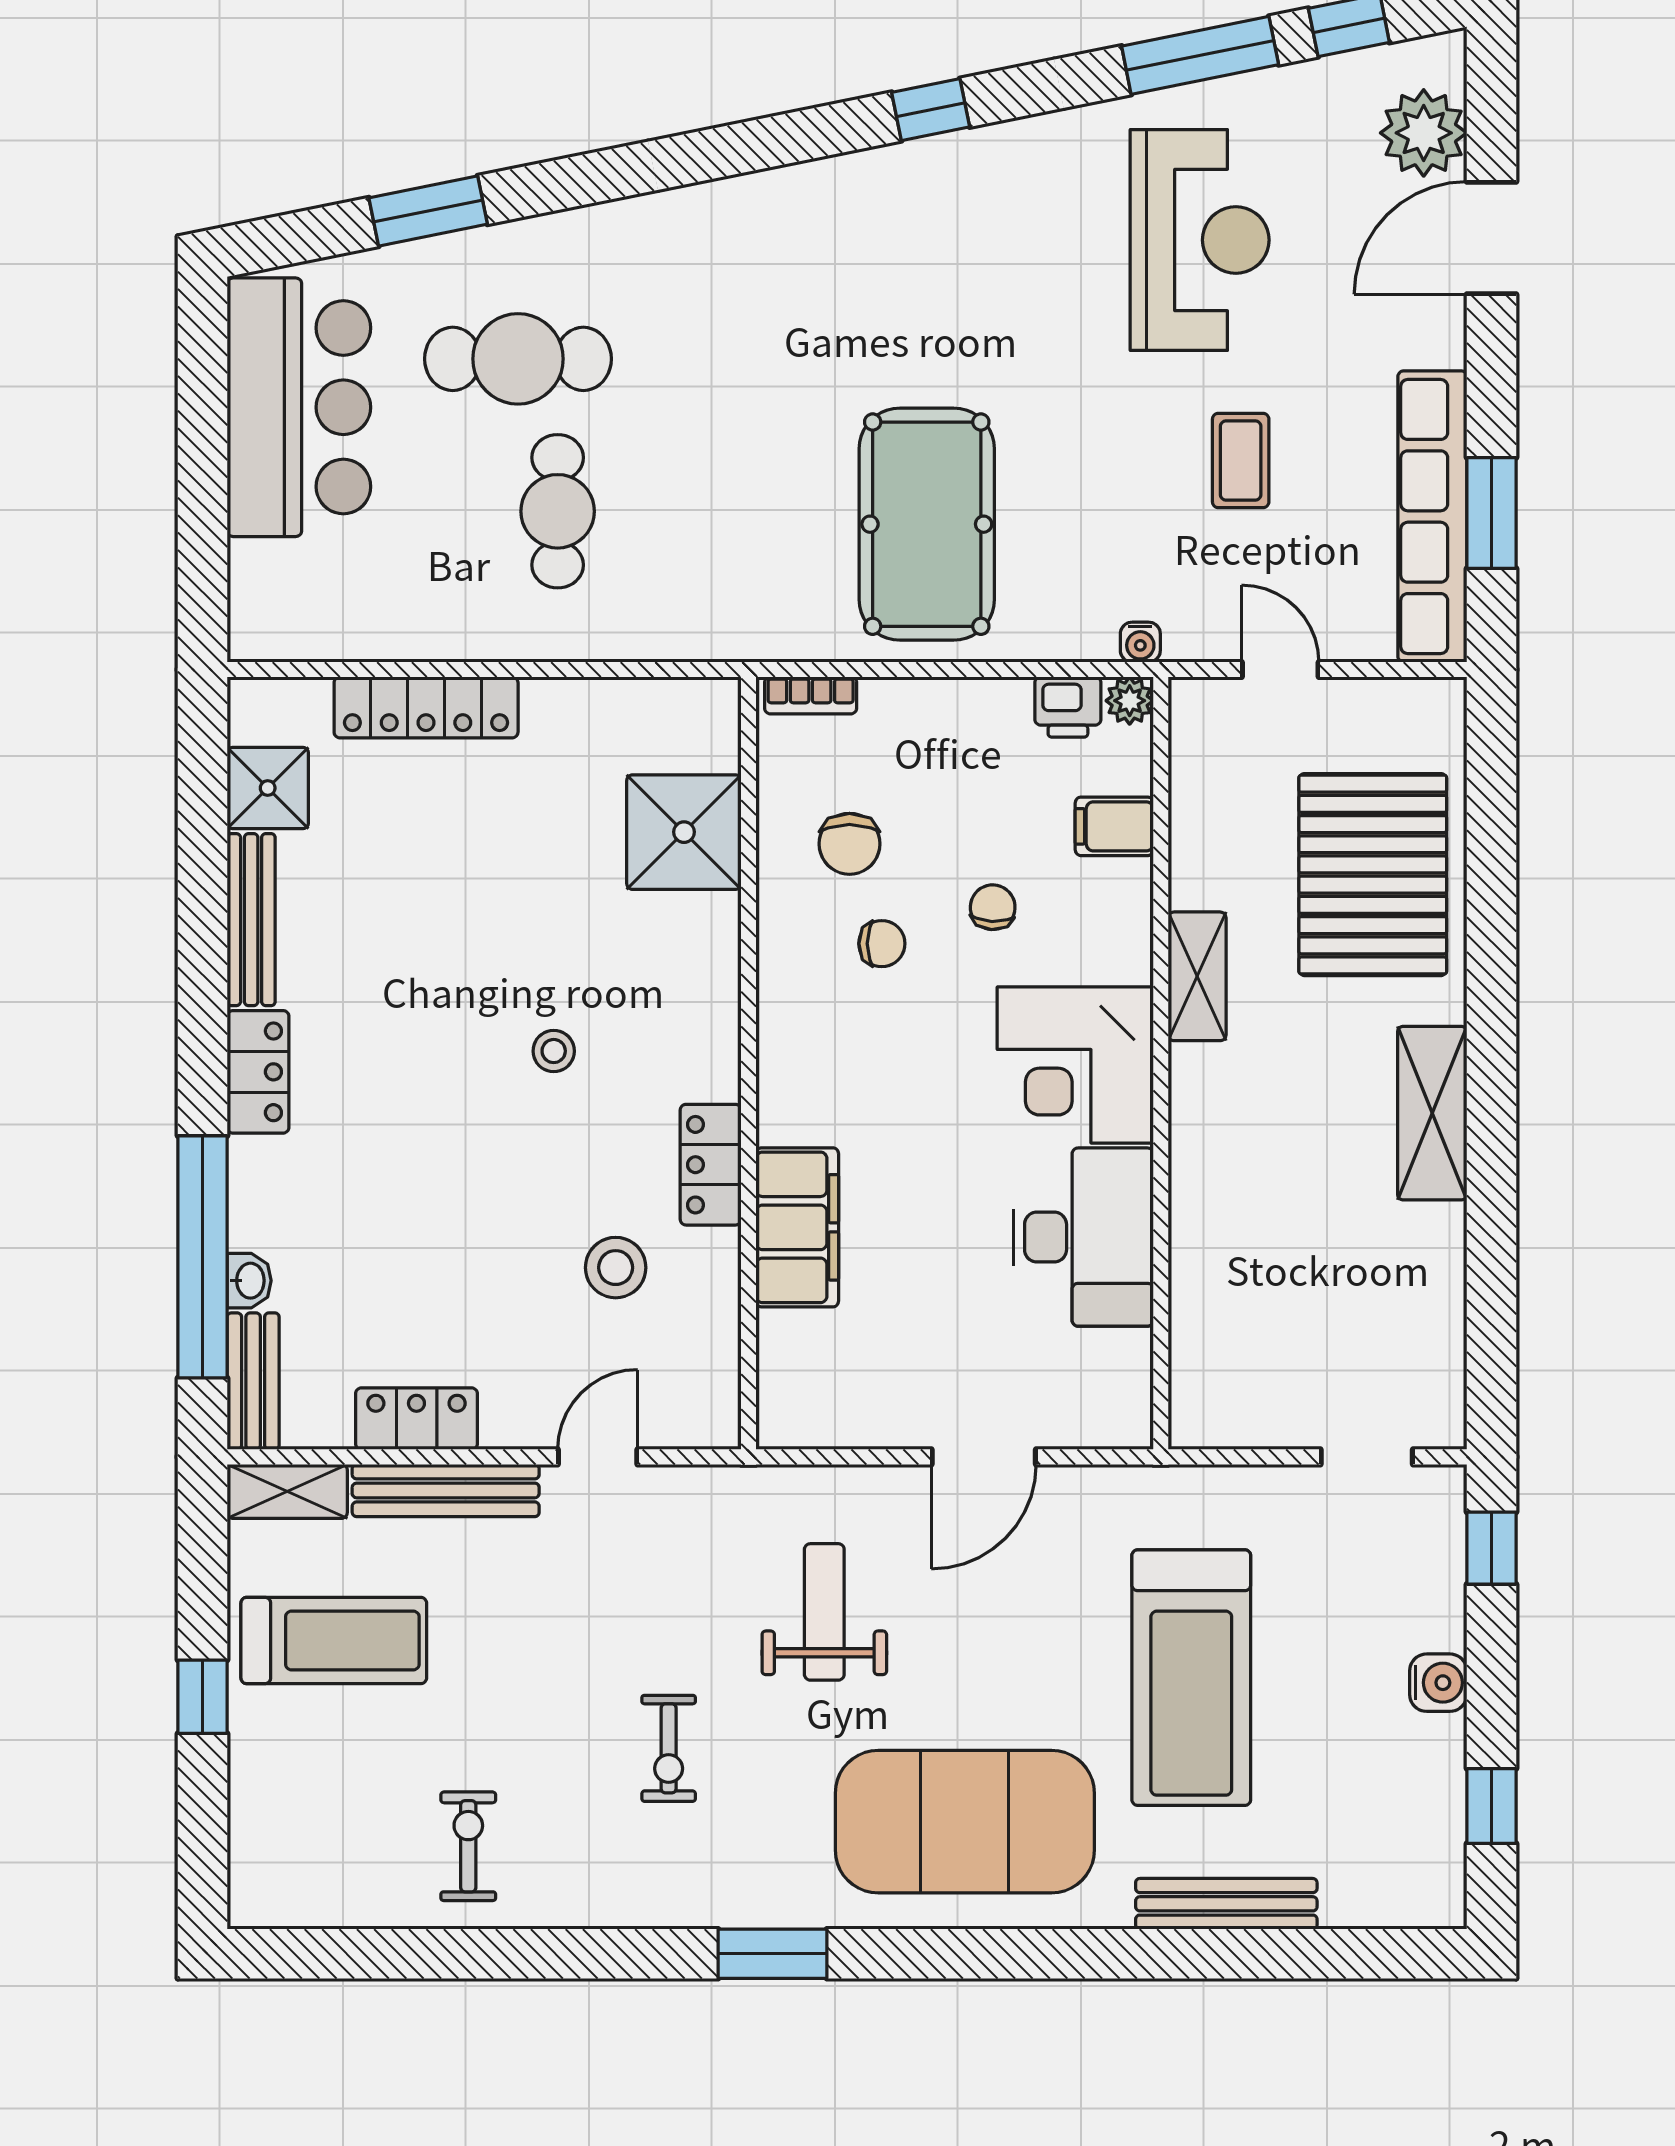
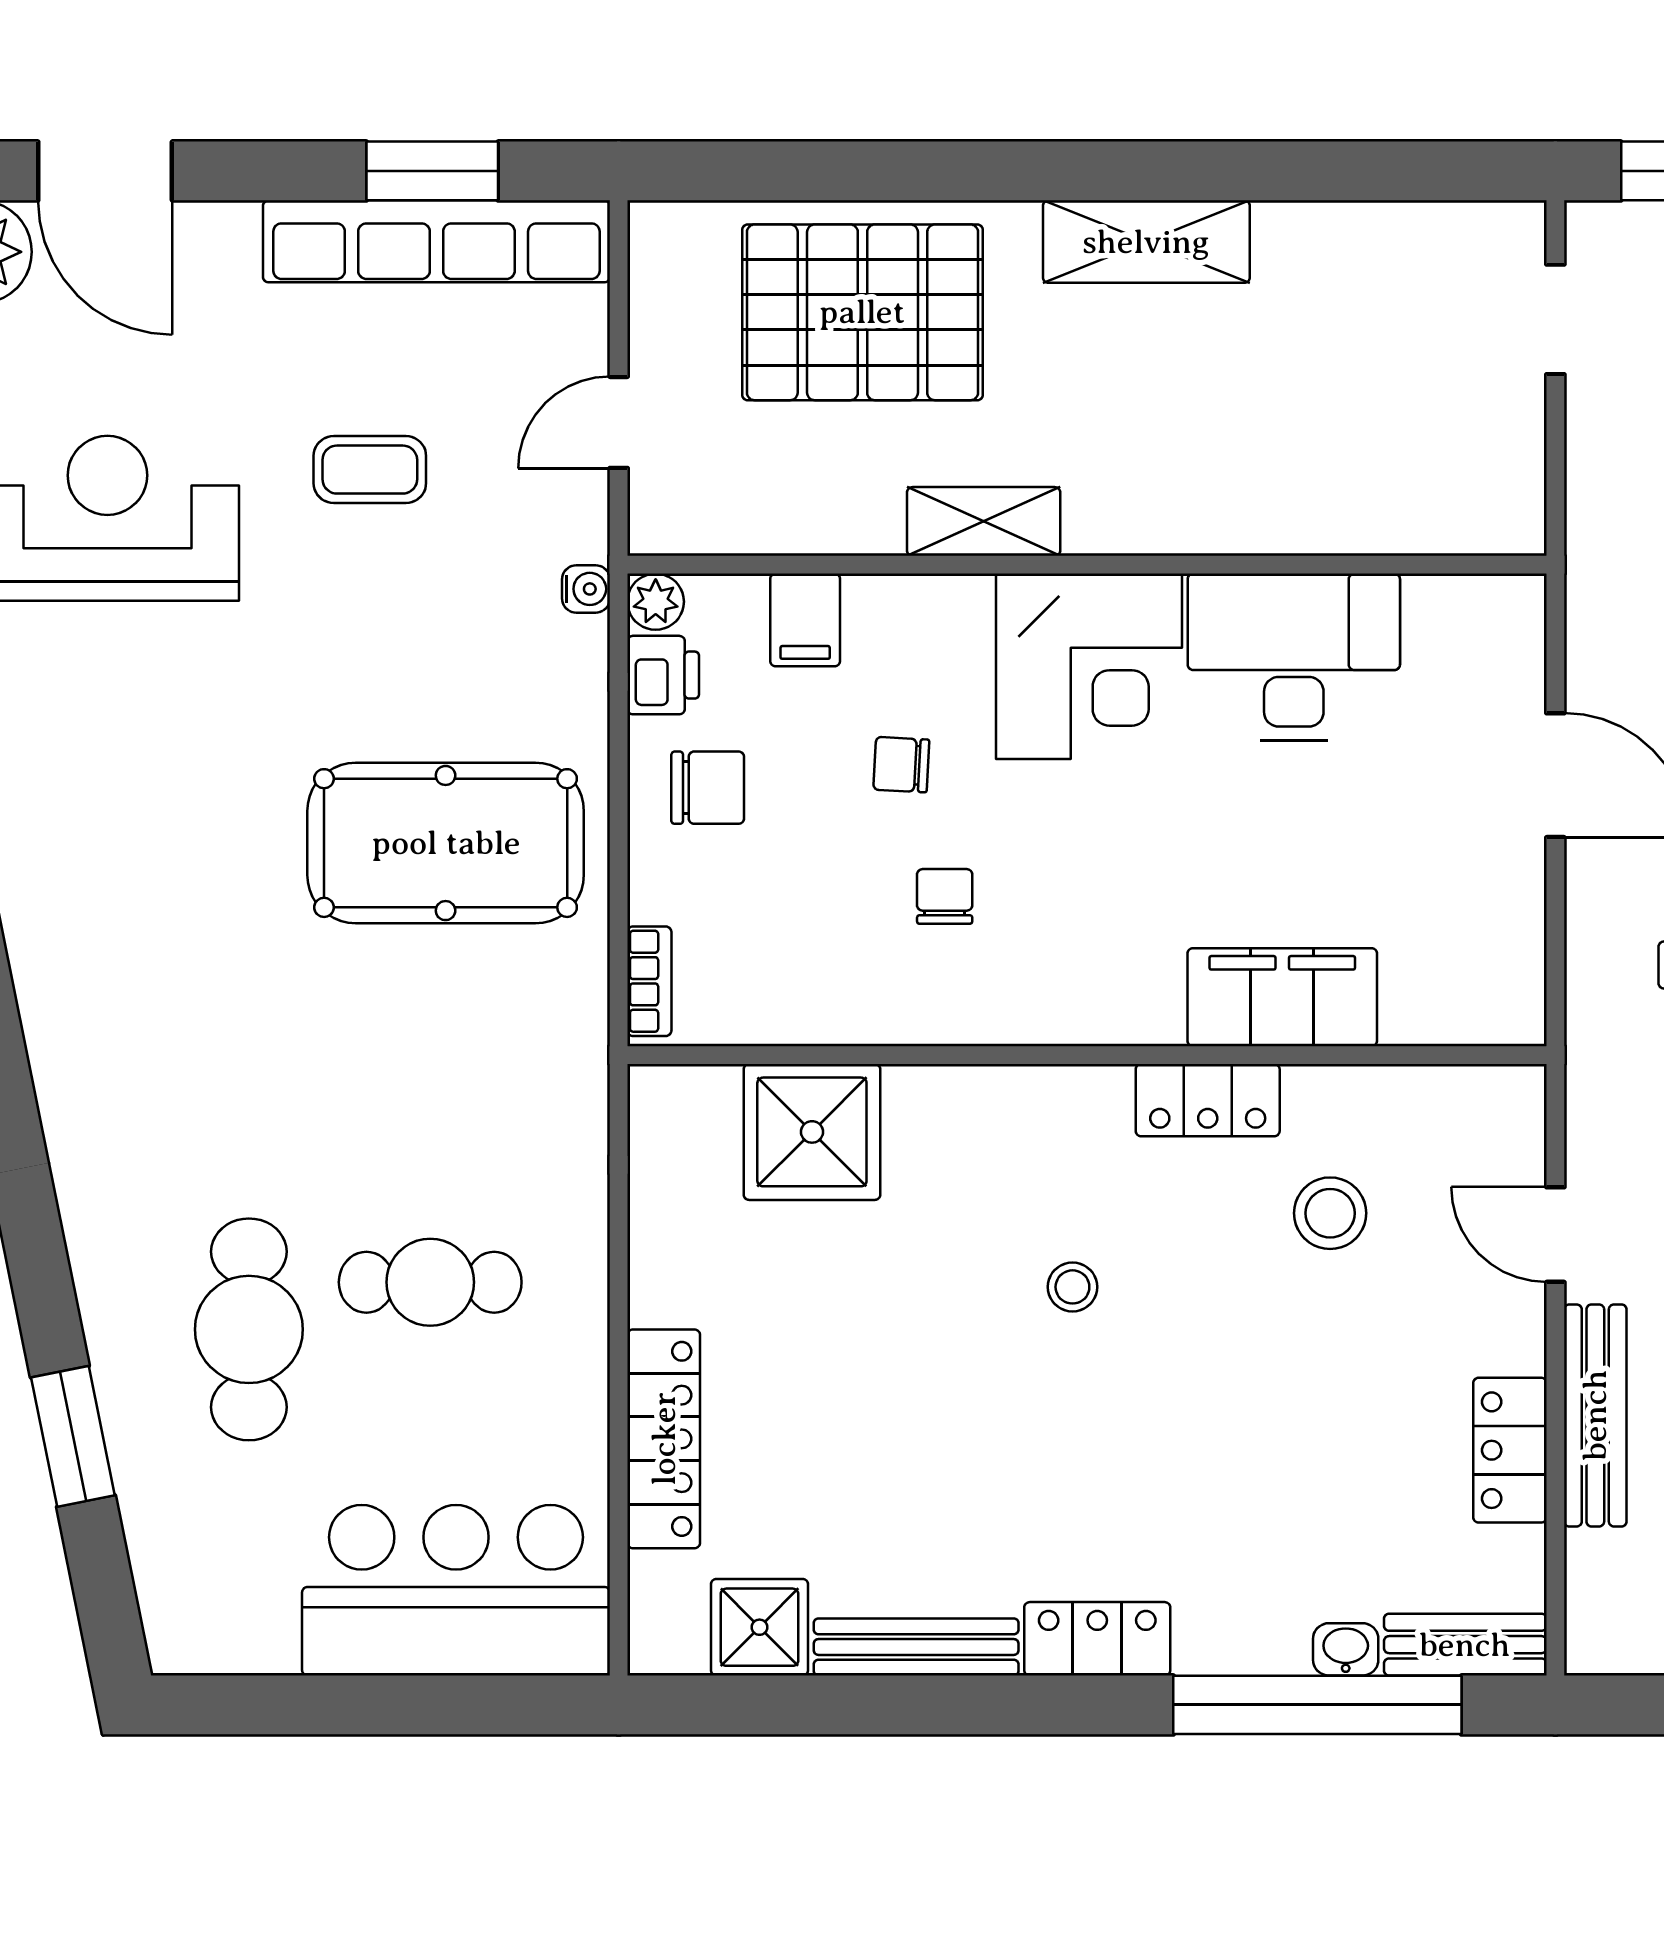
bar counter: (299, 407) -> (456, 1590), moved
chair: (849, 844) -> (708, 788), moved
shelving: (287, 1491) -> (1596, 1604), removed

